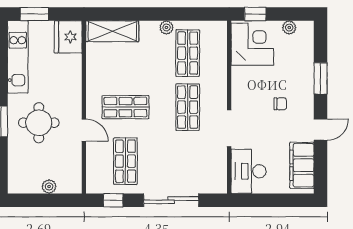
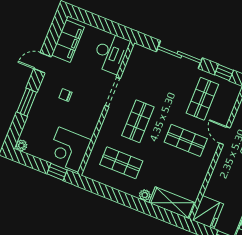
plant: (166, 27) -> (145, 195), moved
plant: (289, 28) -> (21, 145), moved
shop shelf: (188, 53) -> (121, 163), turned 90

